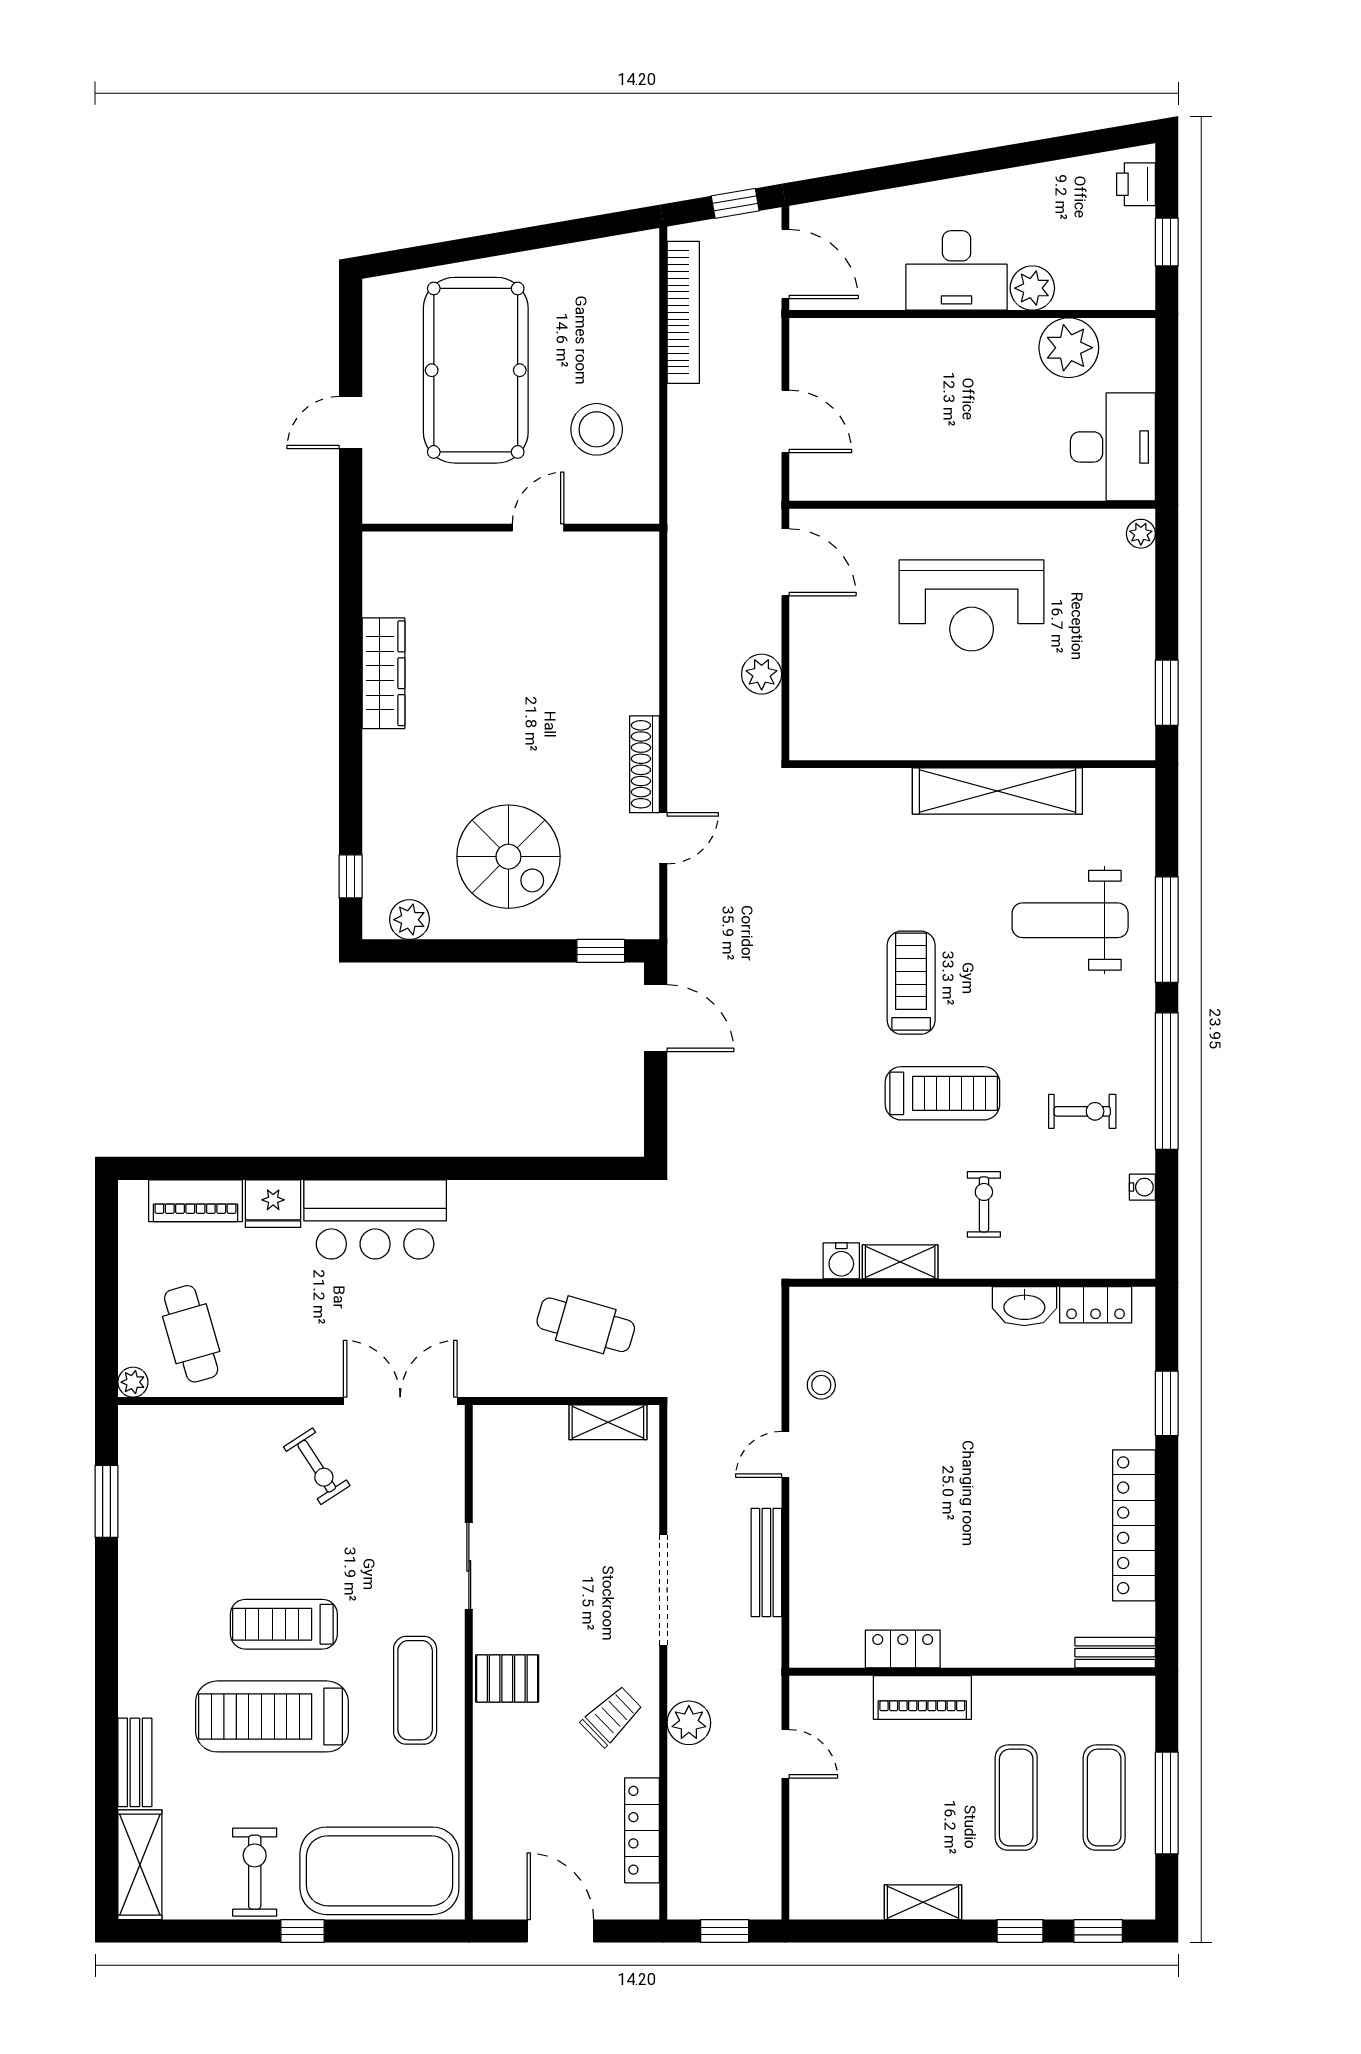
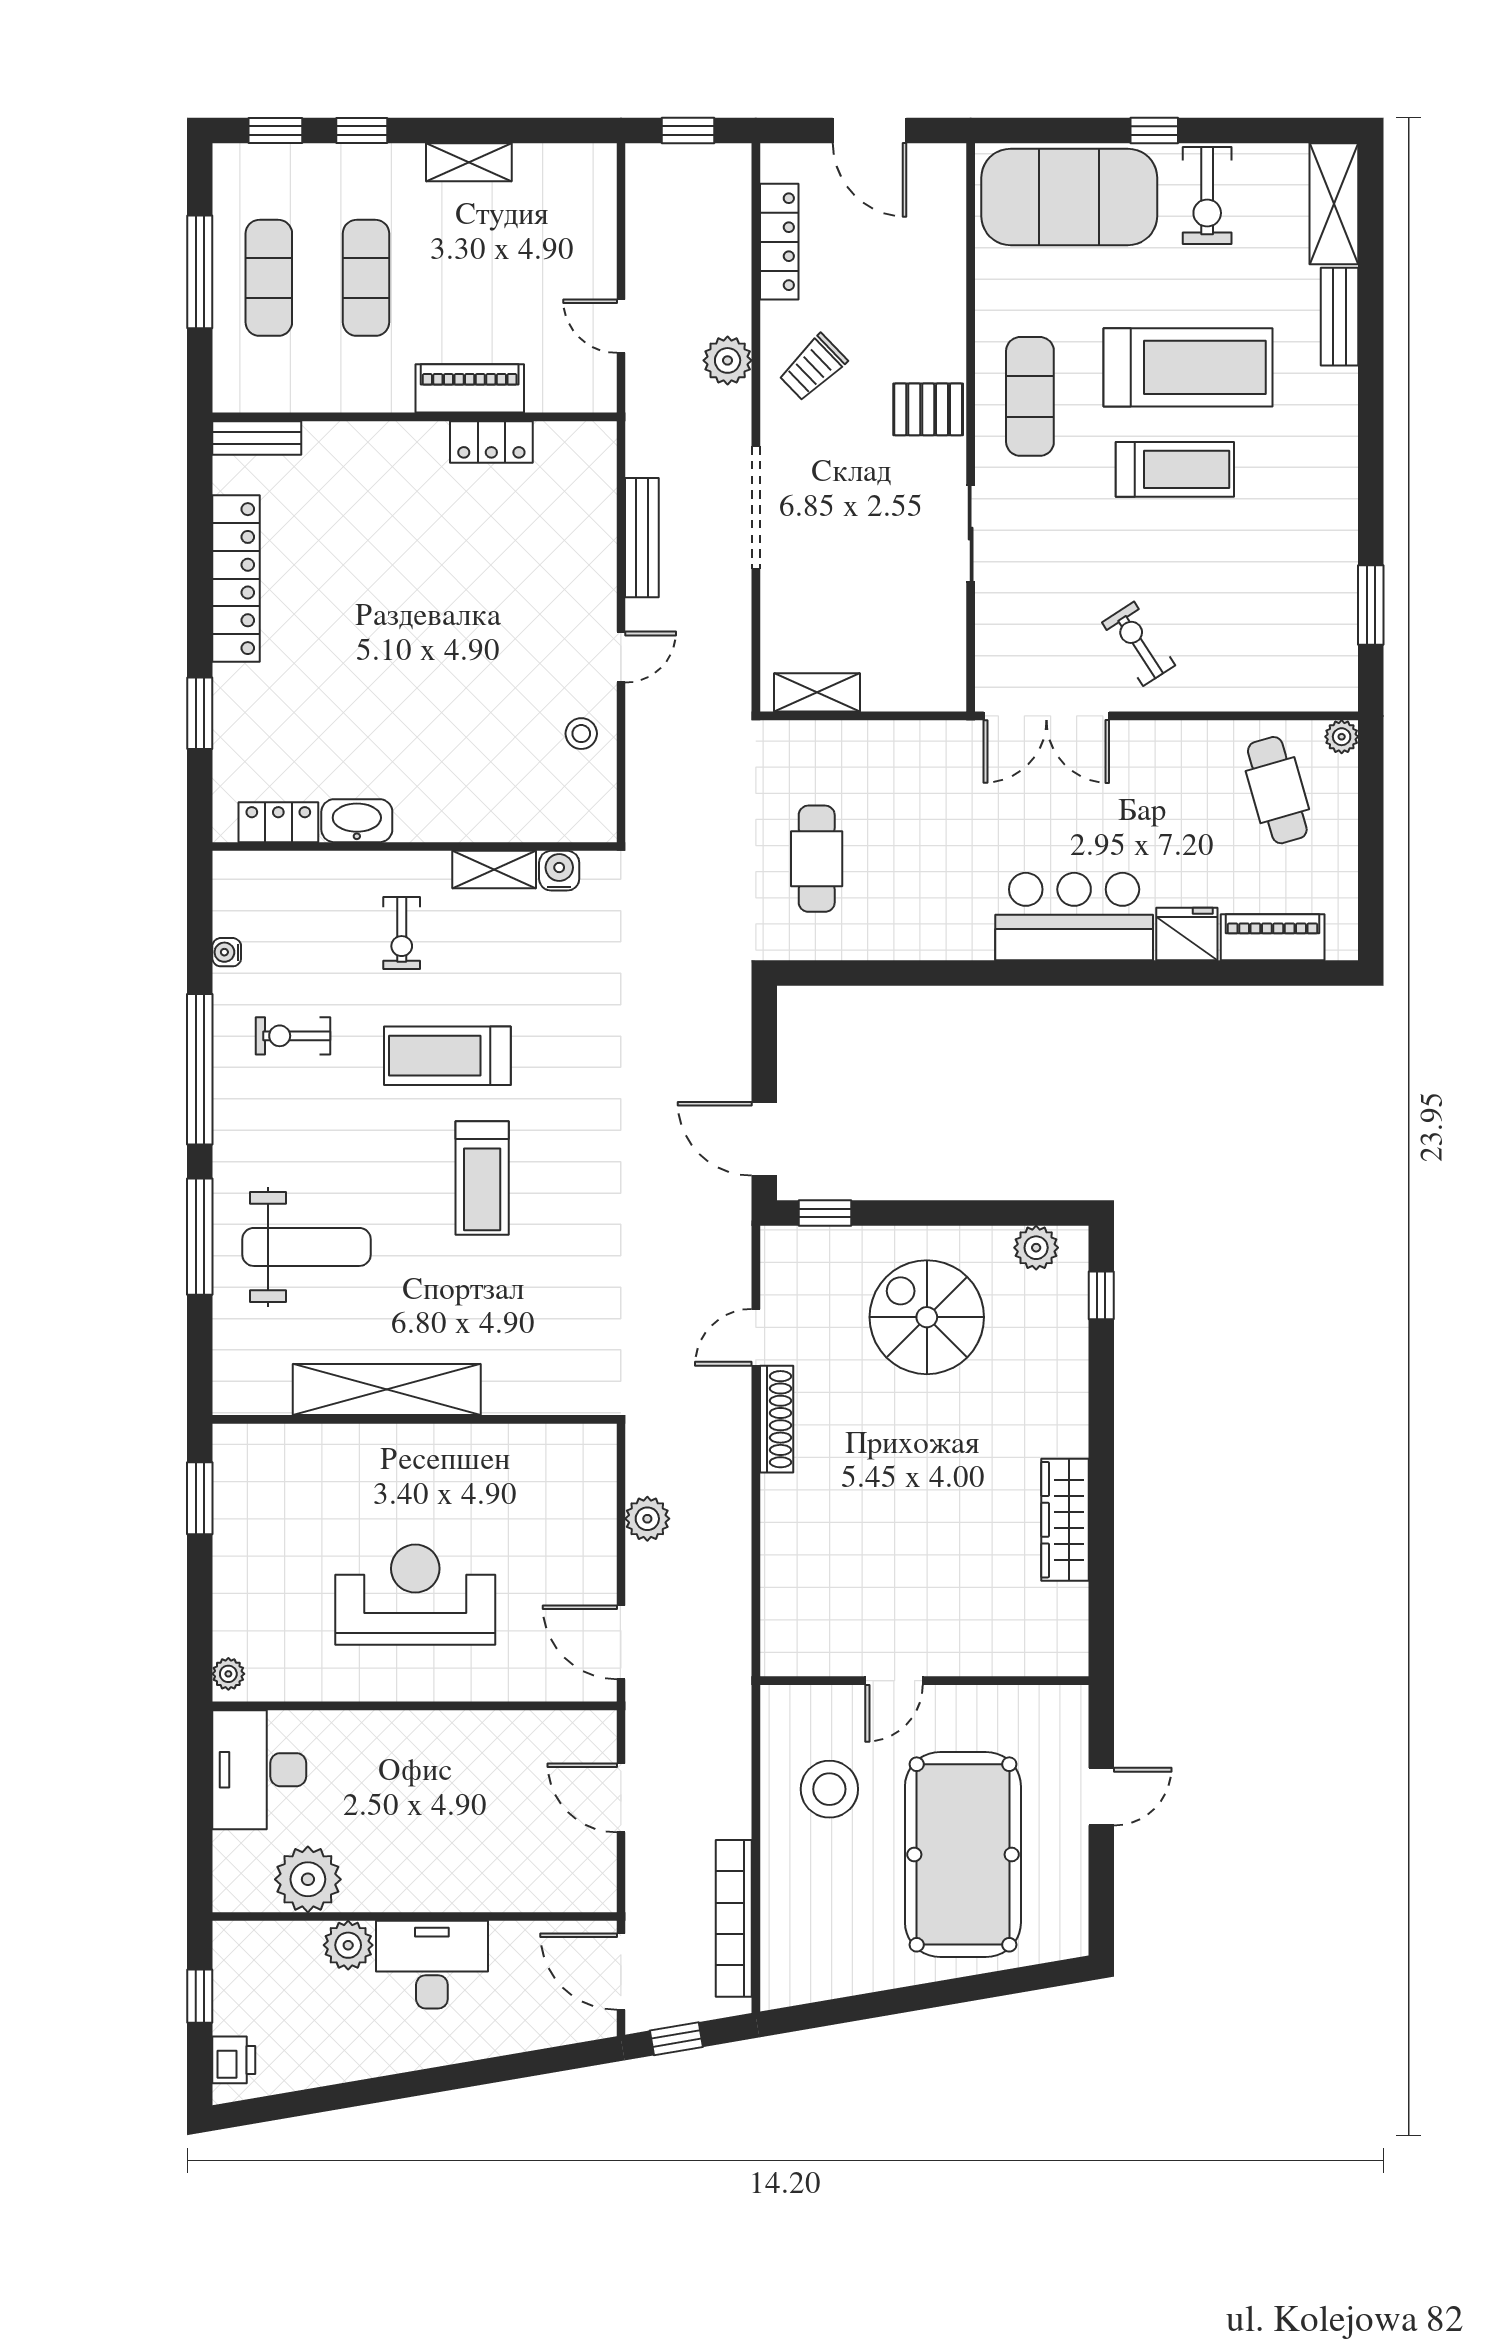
cafe table: (586, 1325) -> (817, 859), moved, turned 74

